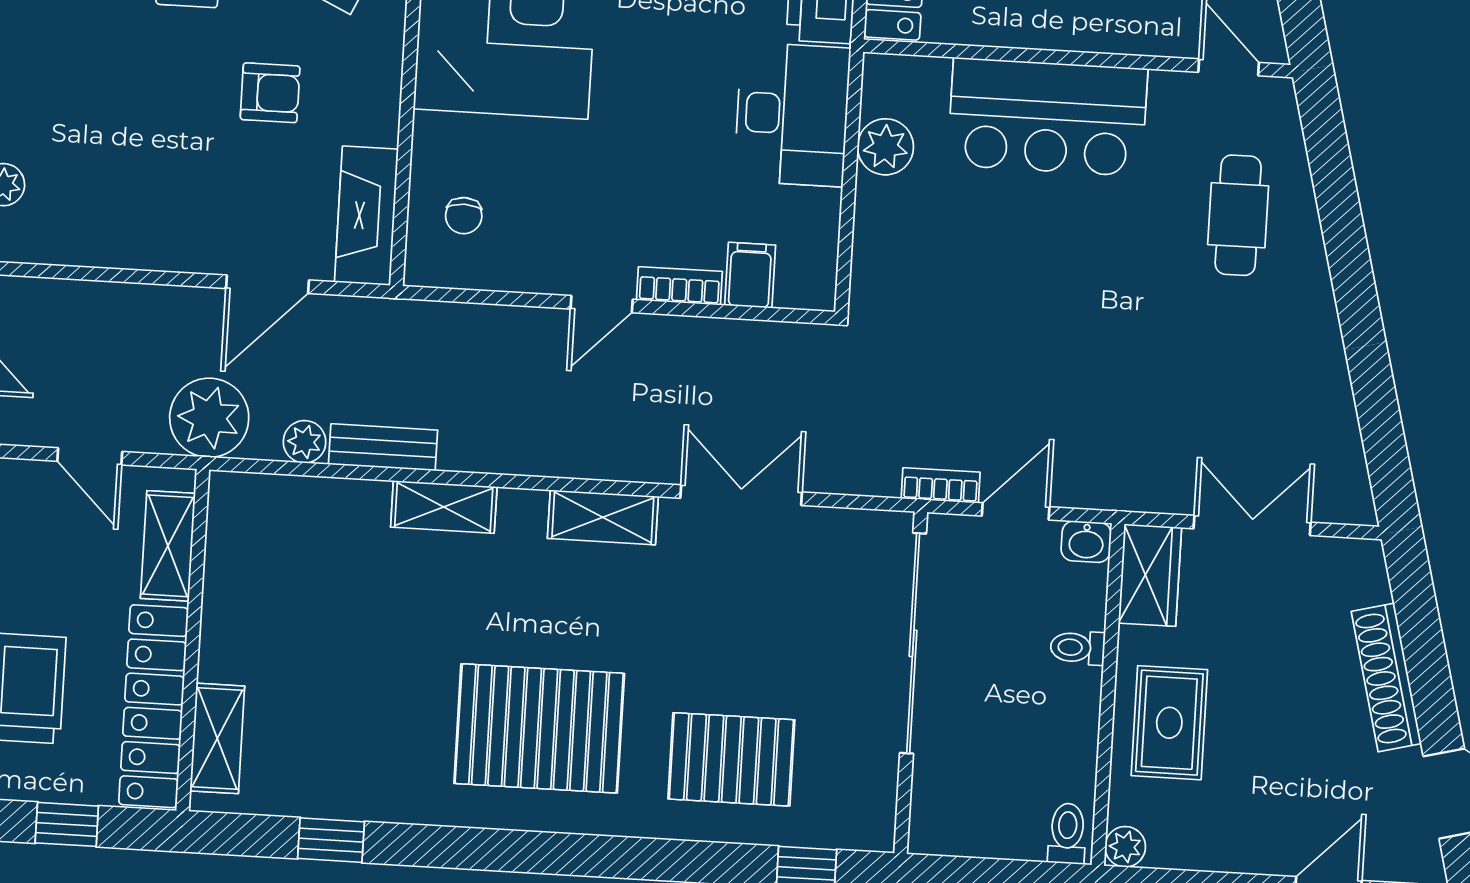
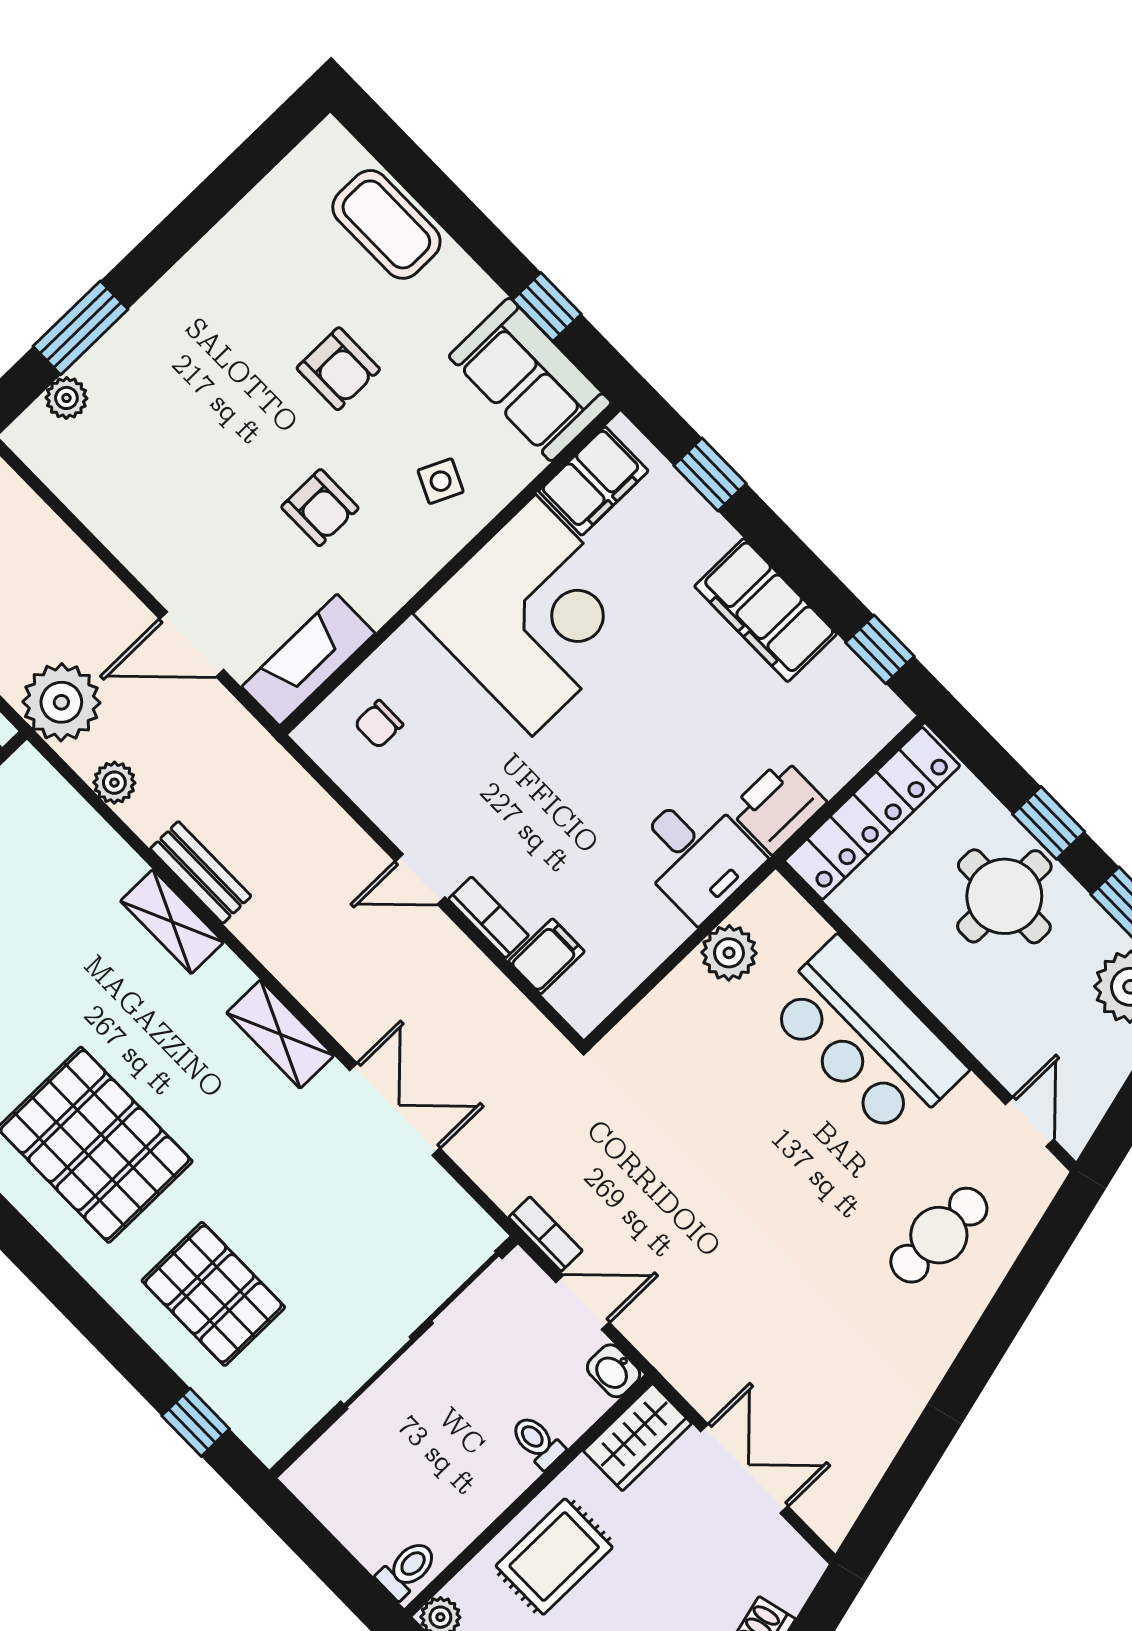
desk: (792, 114) -> (696, 855), width x0.73
bench: (383, 447) -> (201, 872), moved

